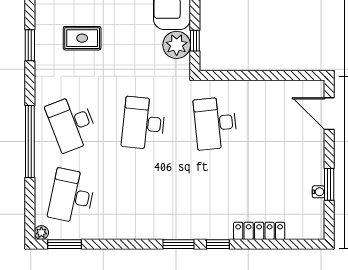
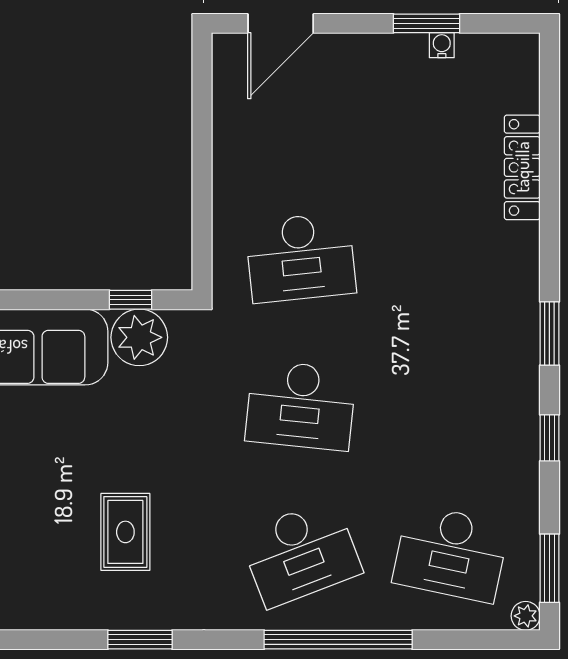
window: (218, 244) -> (549, 438), moved

